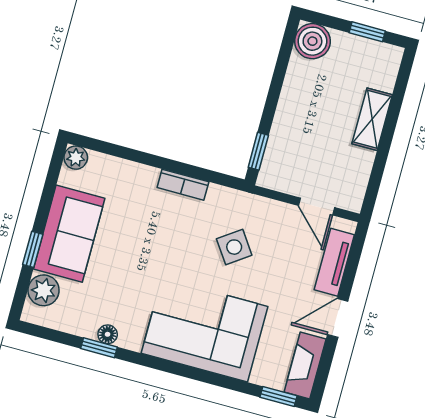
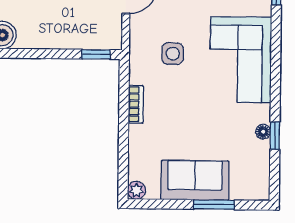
side table: (234, 247) -> (173, 54), turned 35
window: (33, 249) -> (214, 205), width x1.50
plant: (44, 290) -> (243, 188), removed

